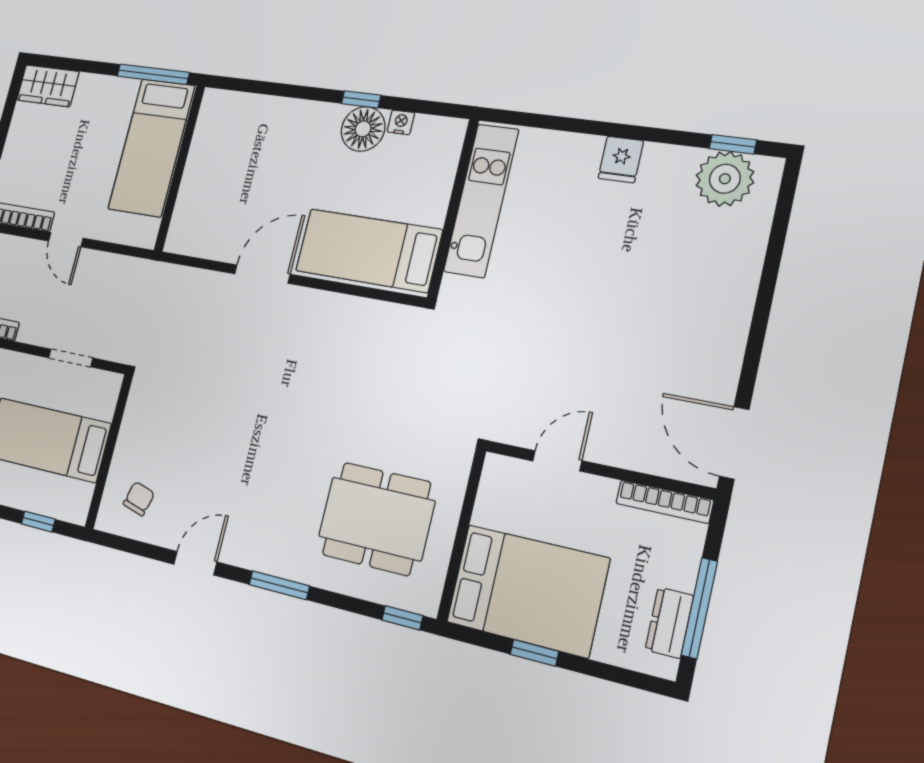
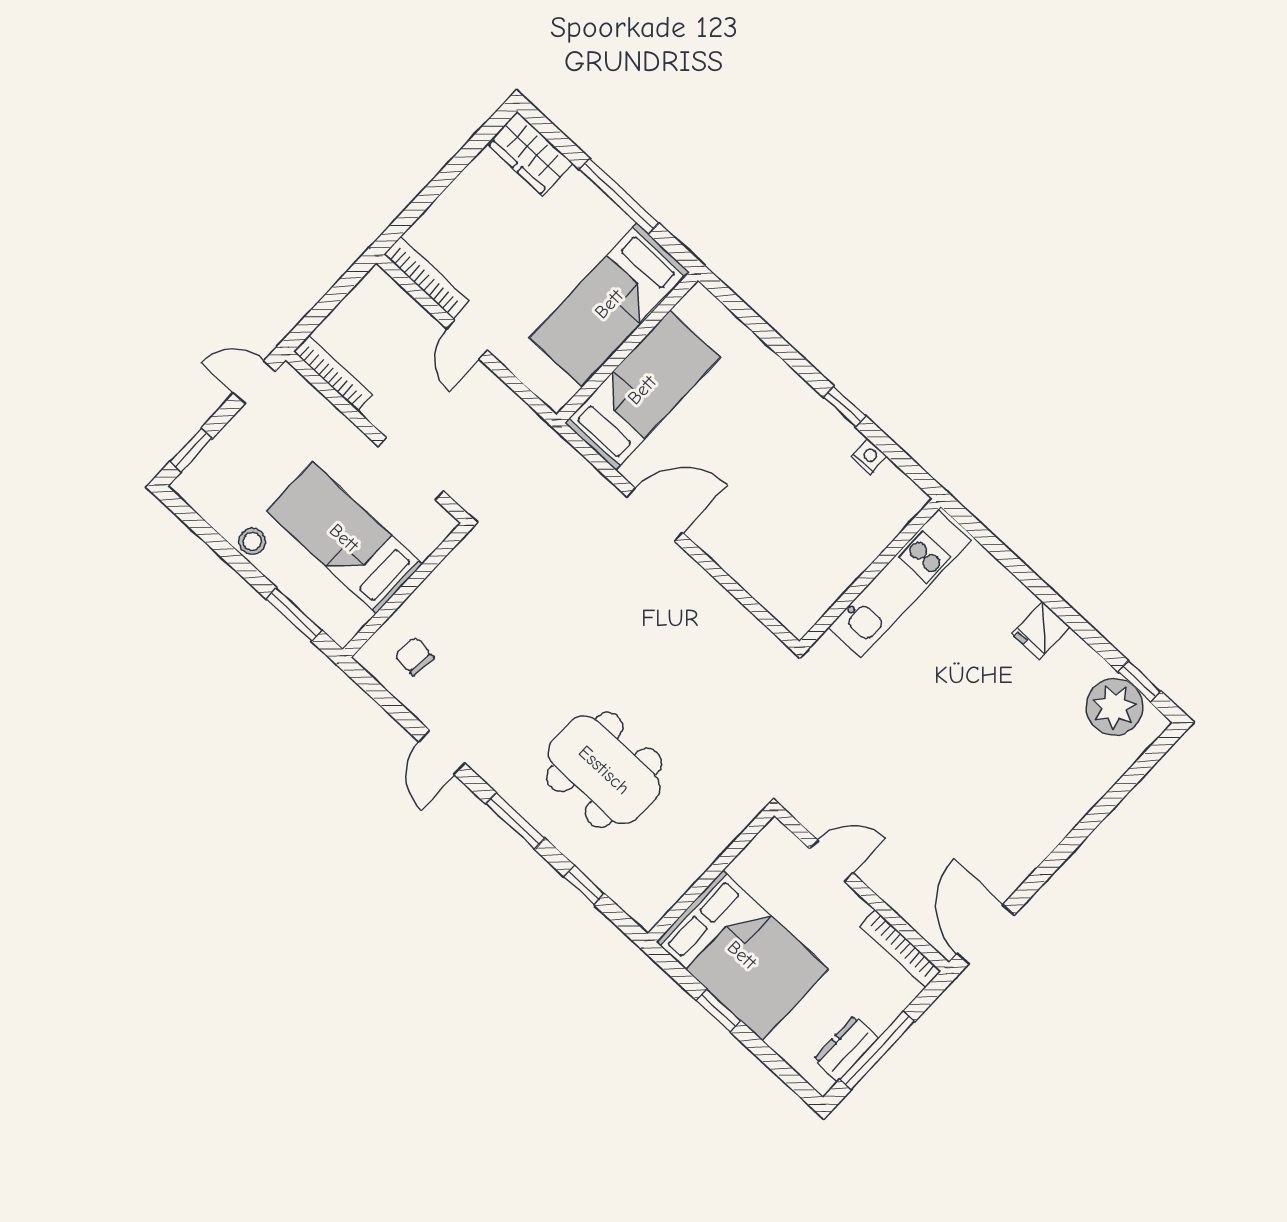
window: (153, 74) -> (619, 196), moved
floor lamp: (363, 129) -> (830, 438), removed
bed: (368, 250) -> (642, 390), moved, turned 90
doorway: (71, 358) -> (411, 469), width x1.38
chair: (139, 499) -> (414, 656), turned -100
dining table: (376, 519) -> (604, 770), moved
window: (38, 522) -> (294, 615), width x1.50
door: (195, 563) -> (442, 752), swing flipped
window: (402, 618) -> (584, 885), moved

